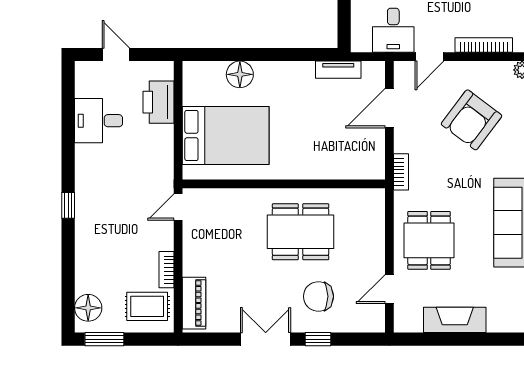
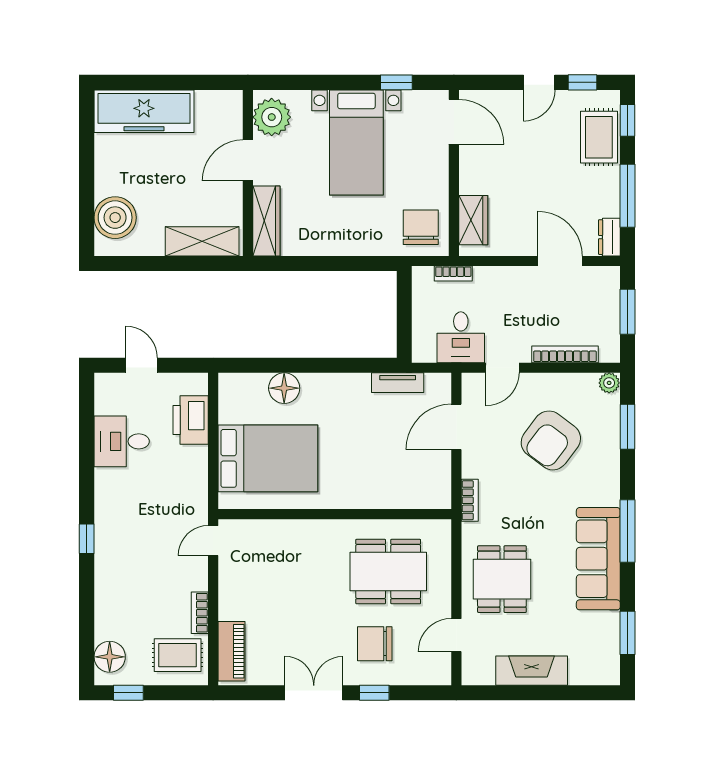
dining table: (301, 232) -> (388, 572), moved
window: (104, 339) -> (128, 693), width x0.67

